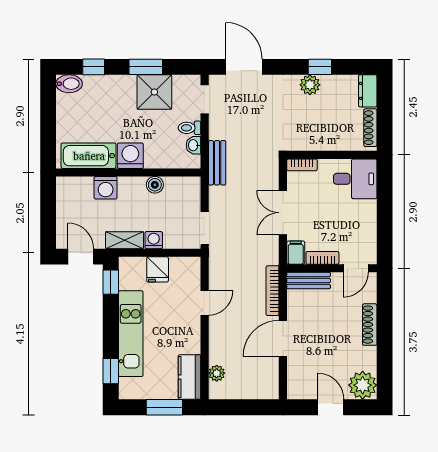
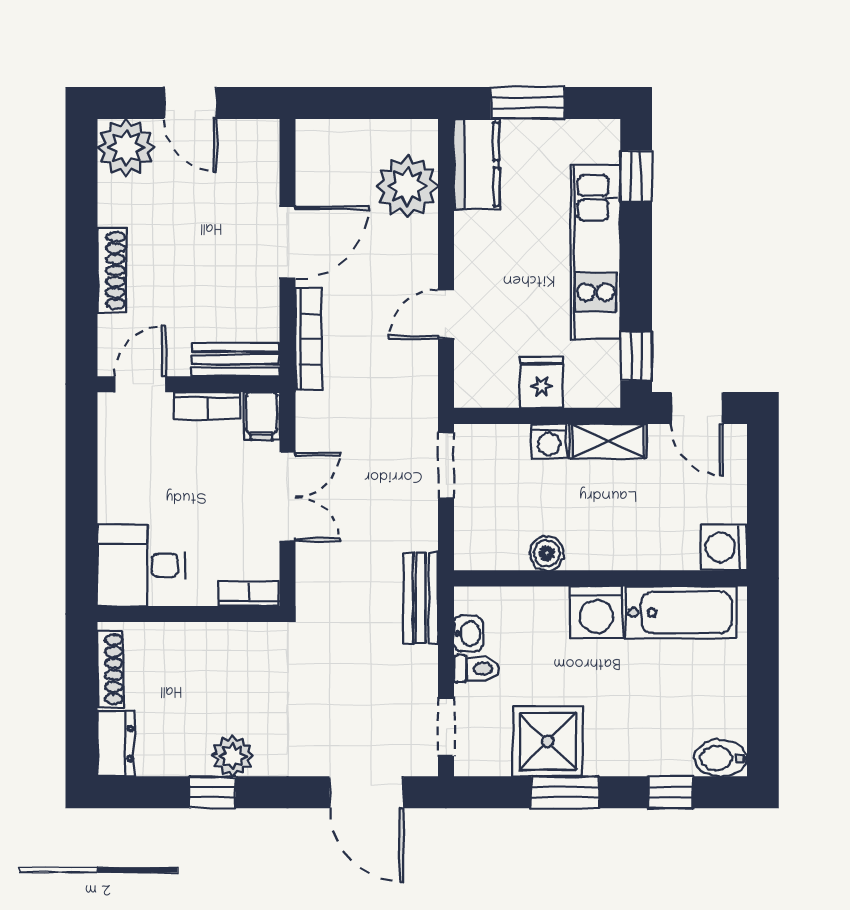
washing machine: (106, 188) -> (724, 547), moved, turned -90
plant: (217, 373) -> (407, 186), width x1.88, depth x1.88

